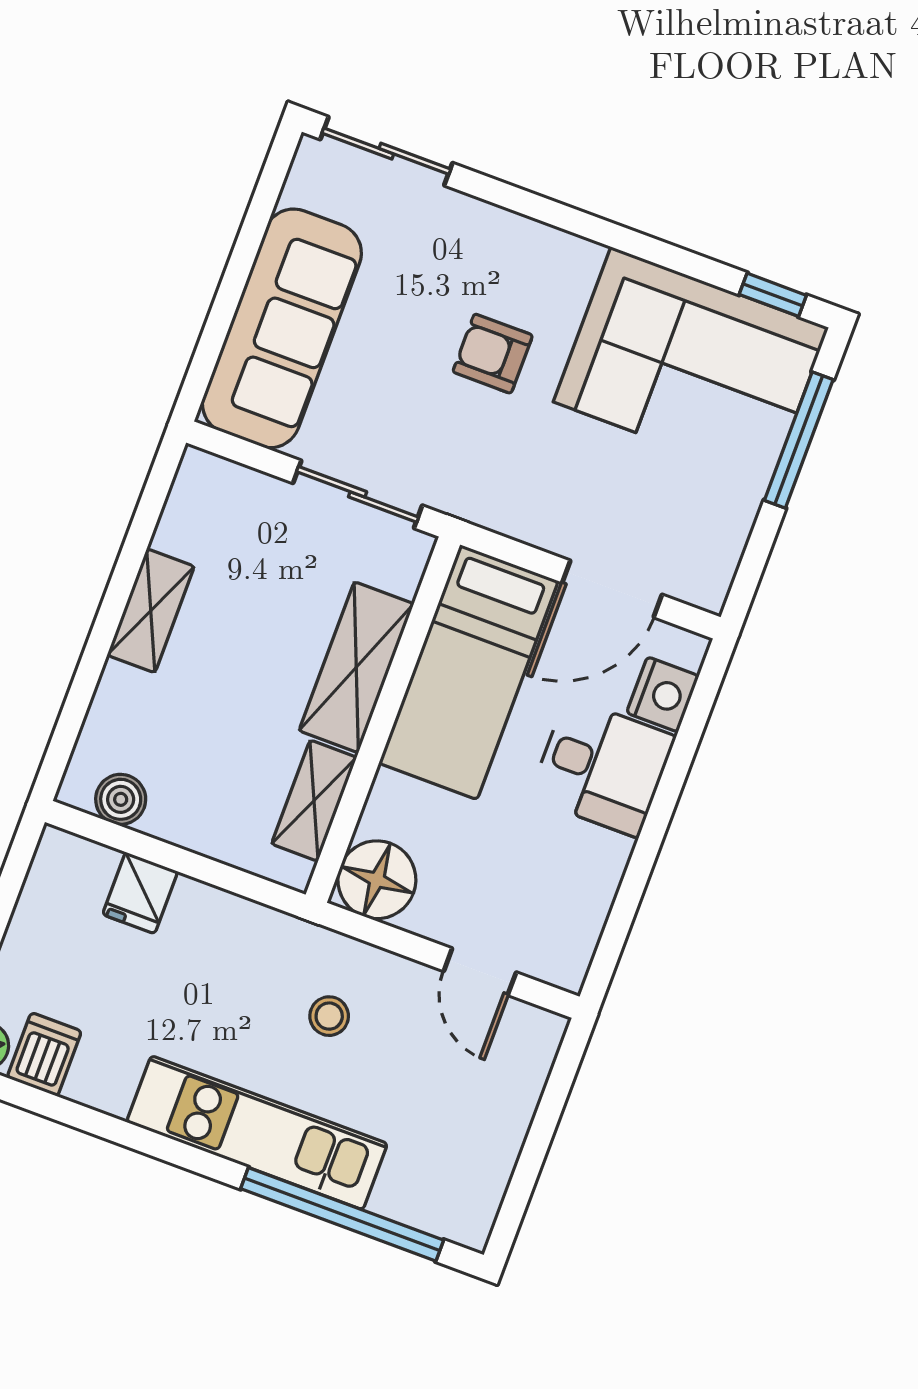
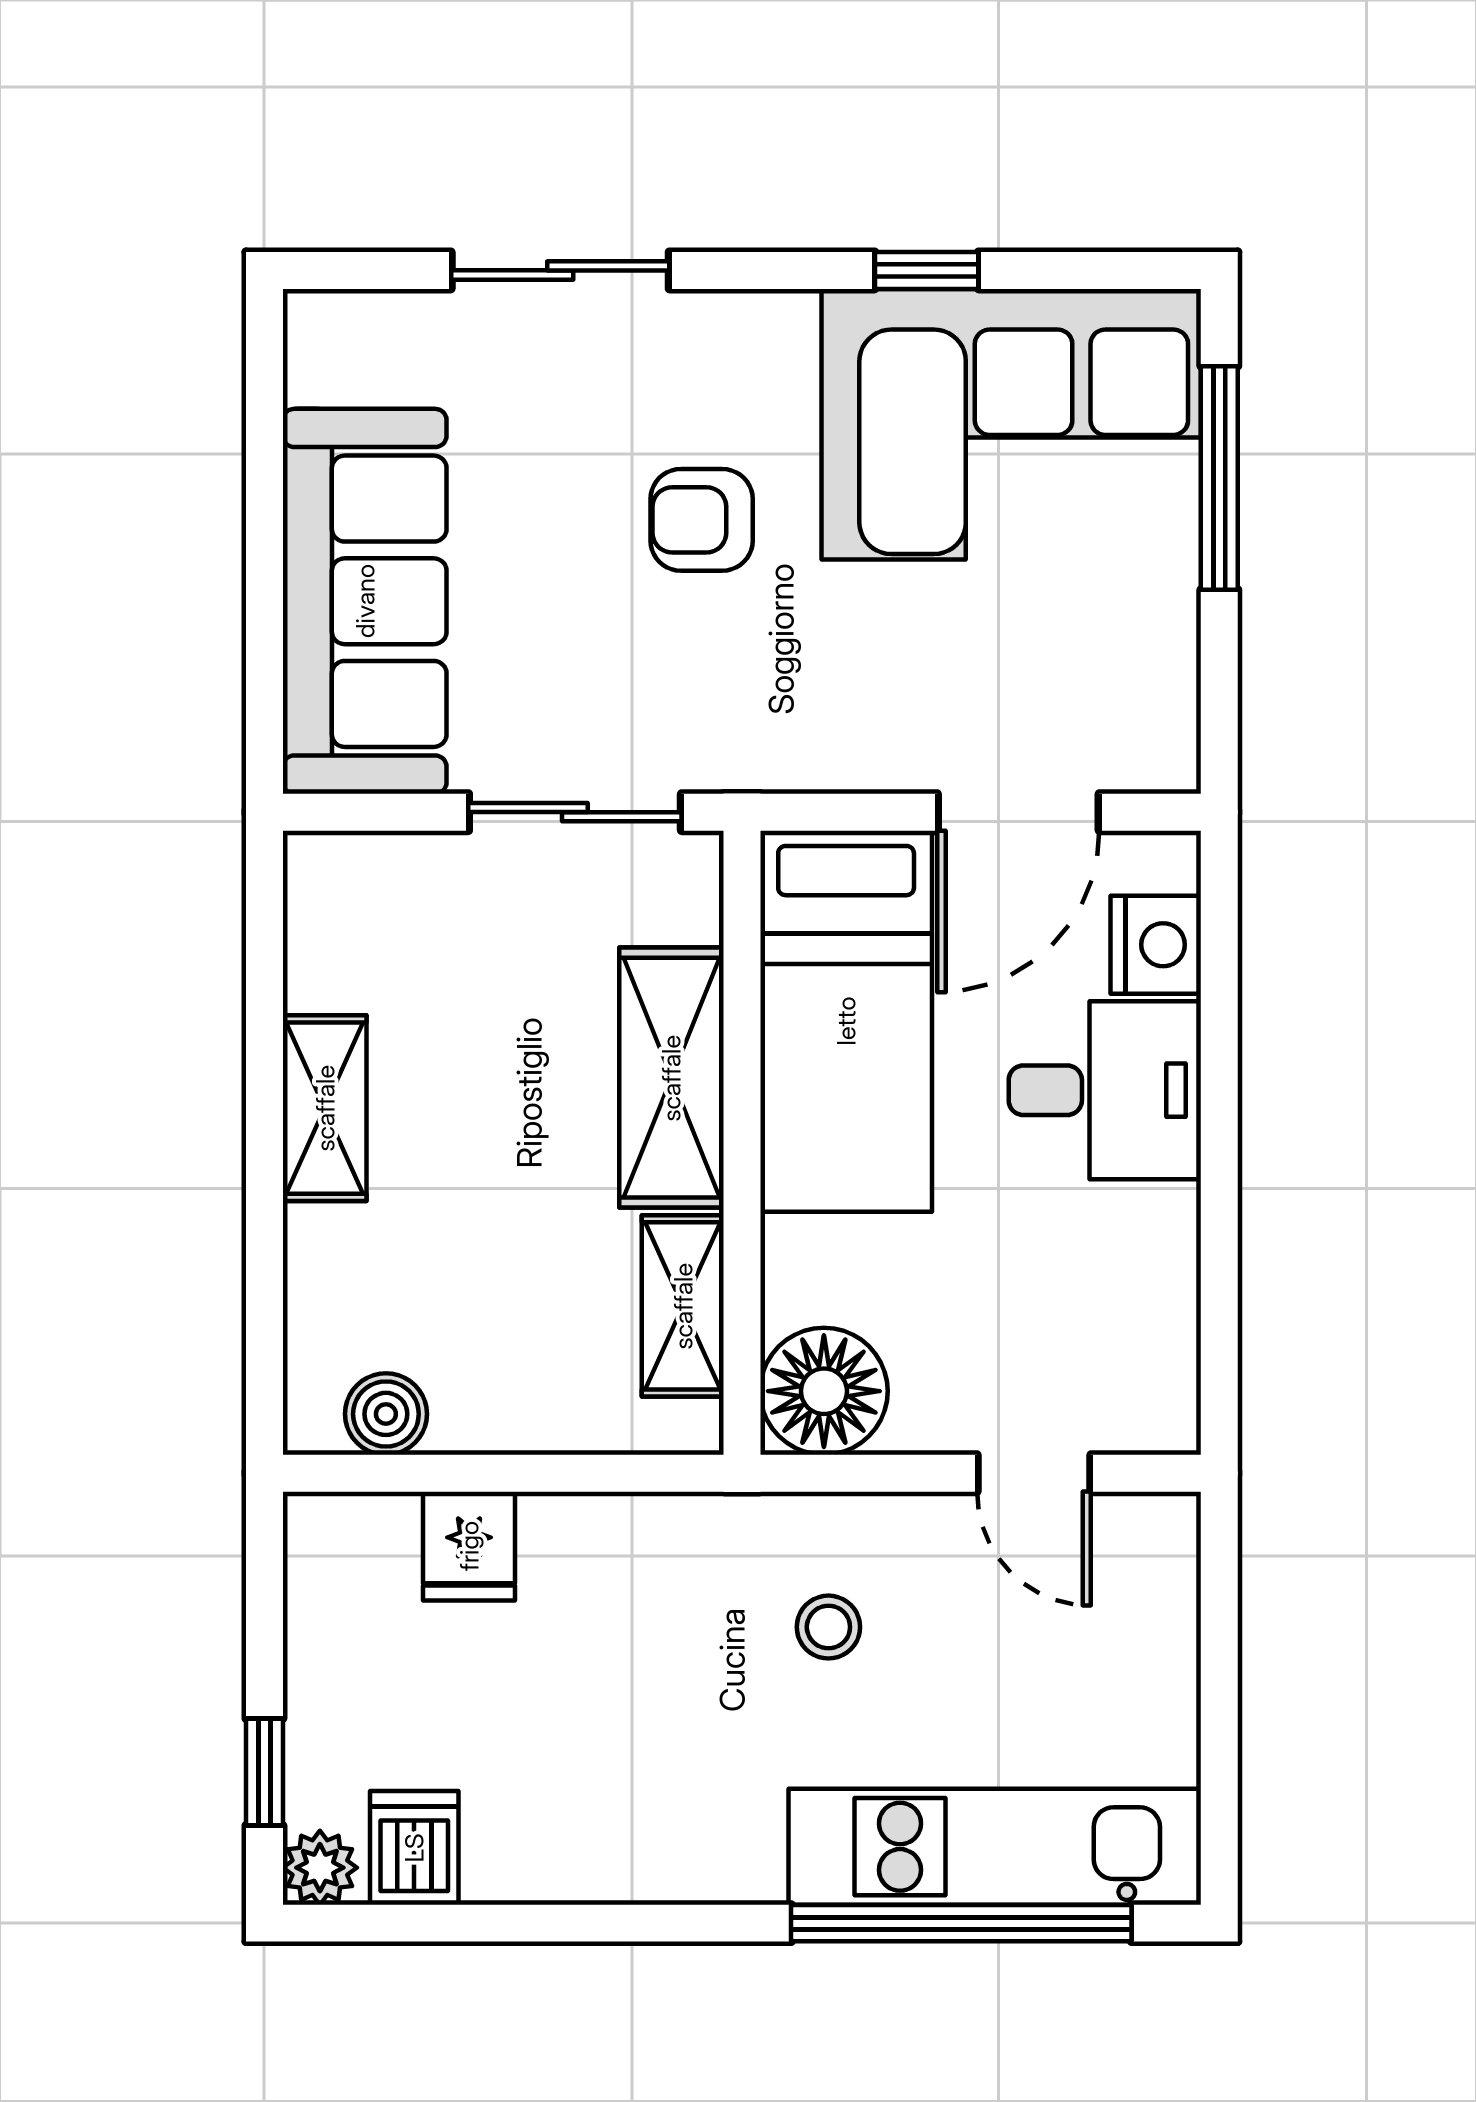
sliding door: (386, 151) -> (560, 270), moved
window: (773, 295) -> (927, 270), moved
kitchen unit: (257, 1133) -> (995, 1847), moved

